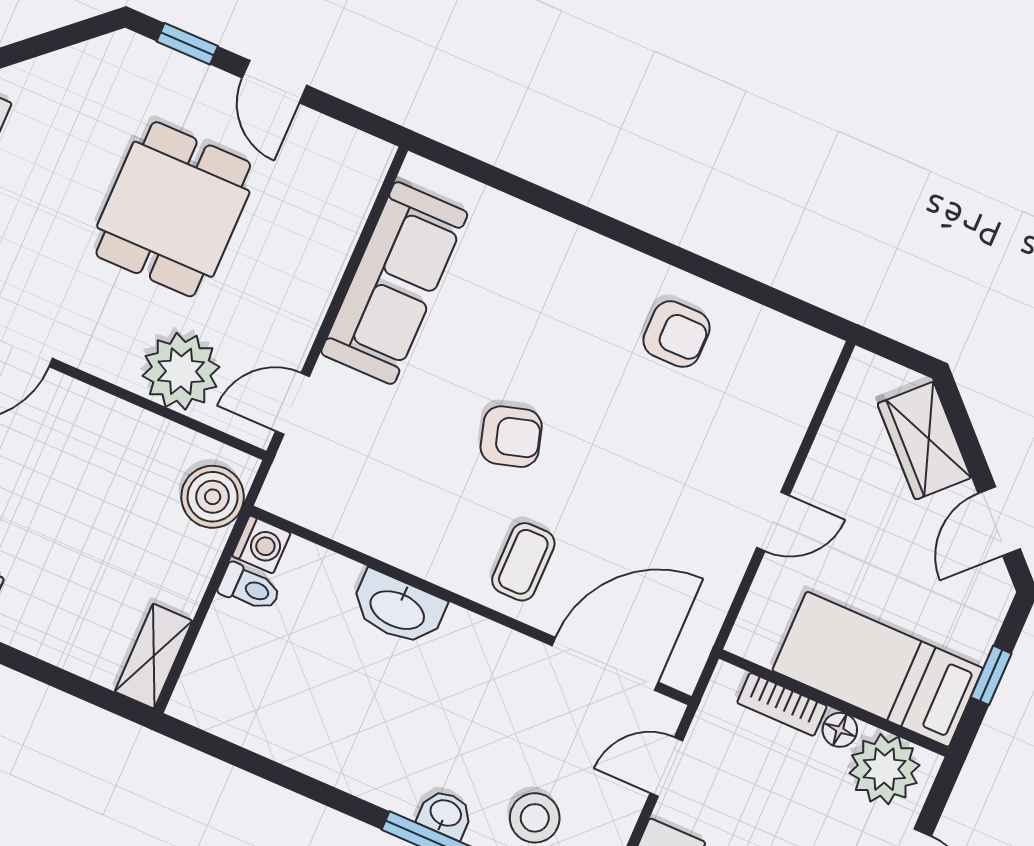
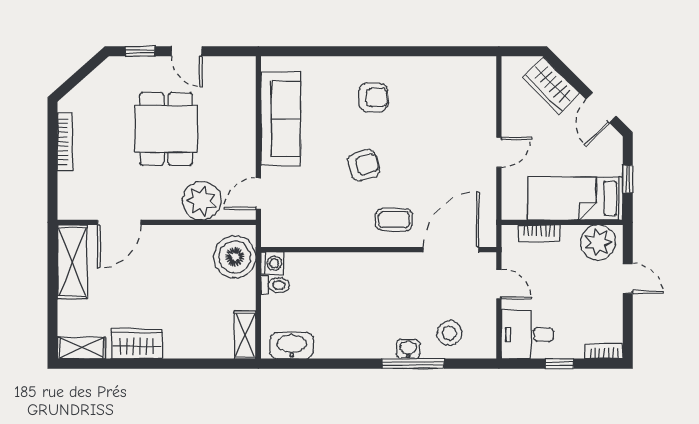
armchair: (677, 334) -> (373, 98), moved
boiler: (213, 497) -> (235, 257), width x1.37, depth x1.37
coffee table: (523, 562) -> (394, 220), turned 90
washbasin: (398, 609) -> (292, 345), moved, turned 180
floor lamp: (840, 730) -> (570, 233), removed
door: (666, 767) -> (499, 284), swing flipped

